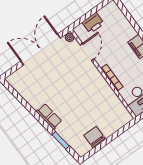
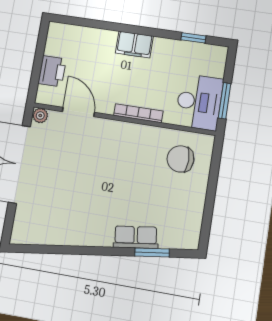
row of seats: (49, 116) -> (136, 237), moved
chair: (94, 137) -> (180, 159), moved

